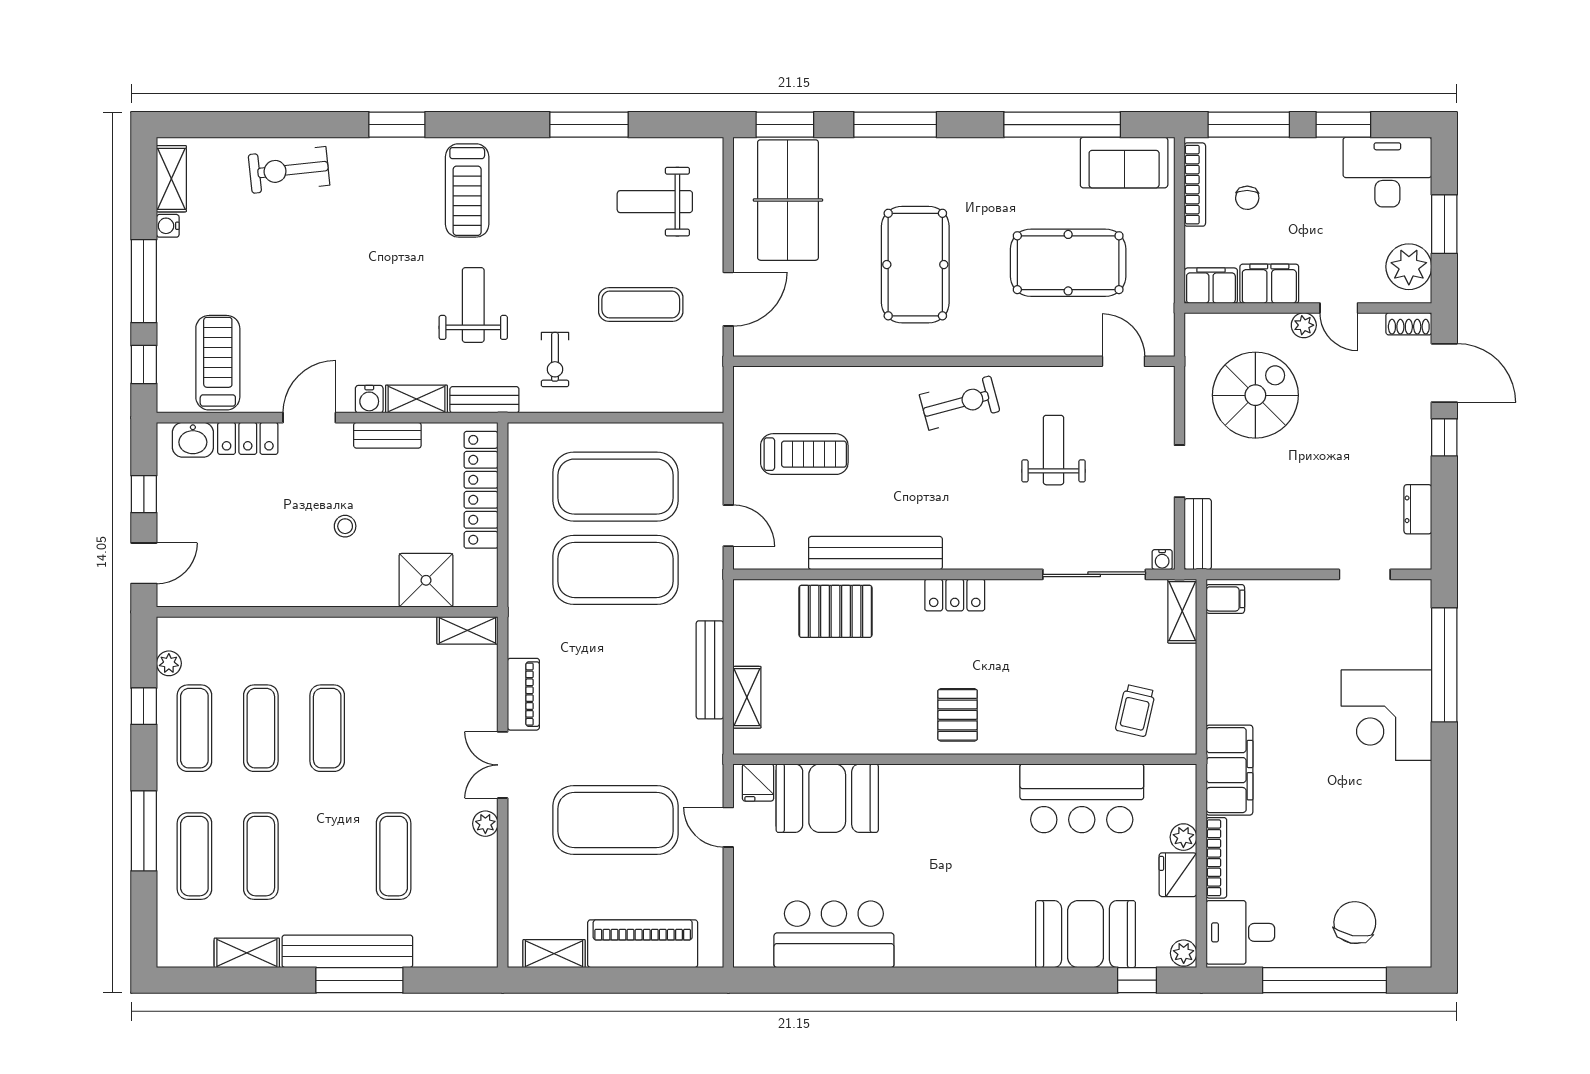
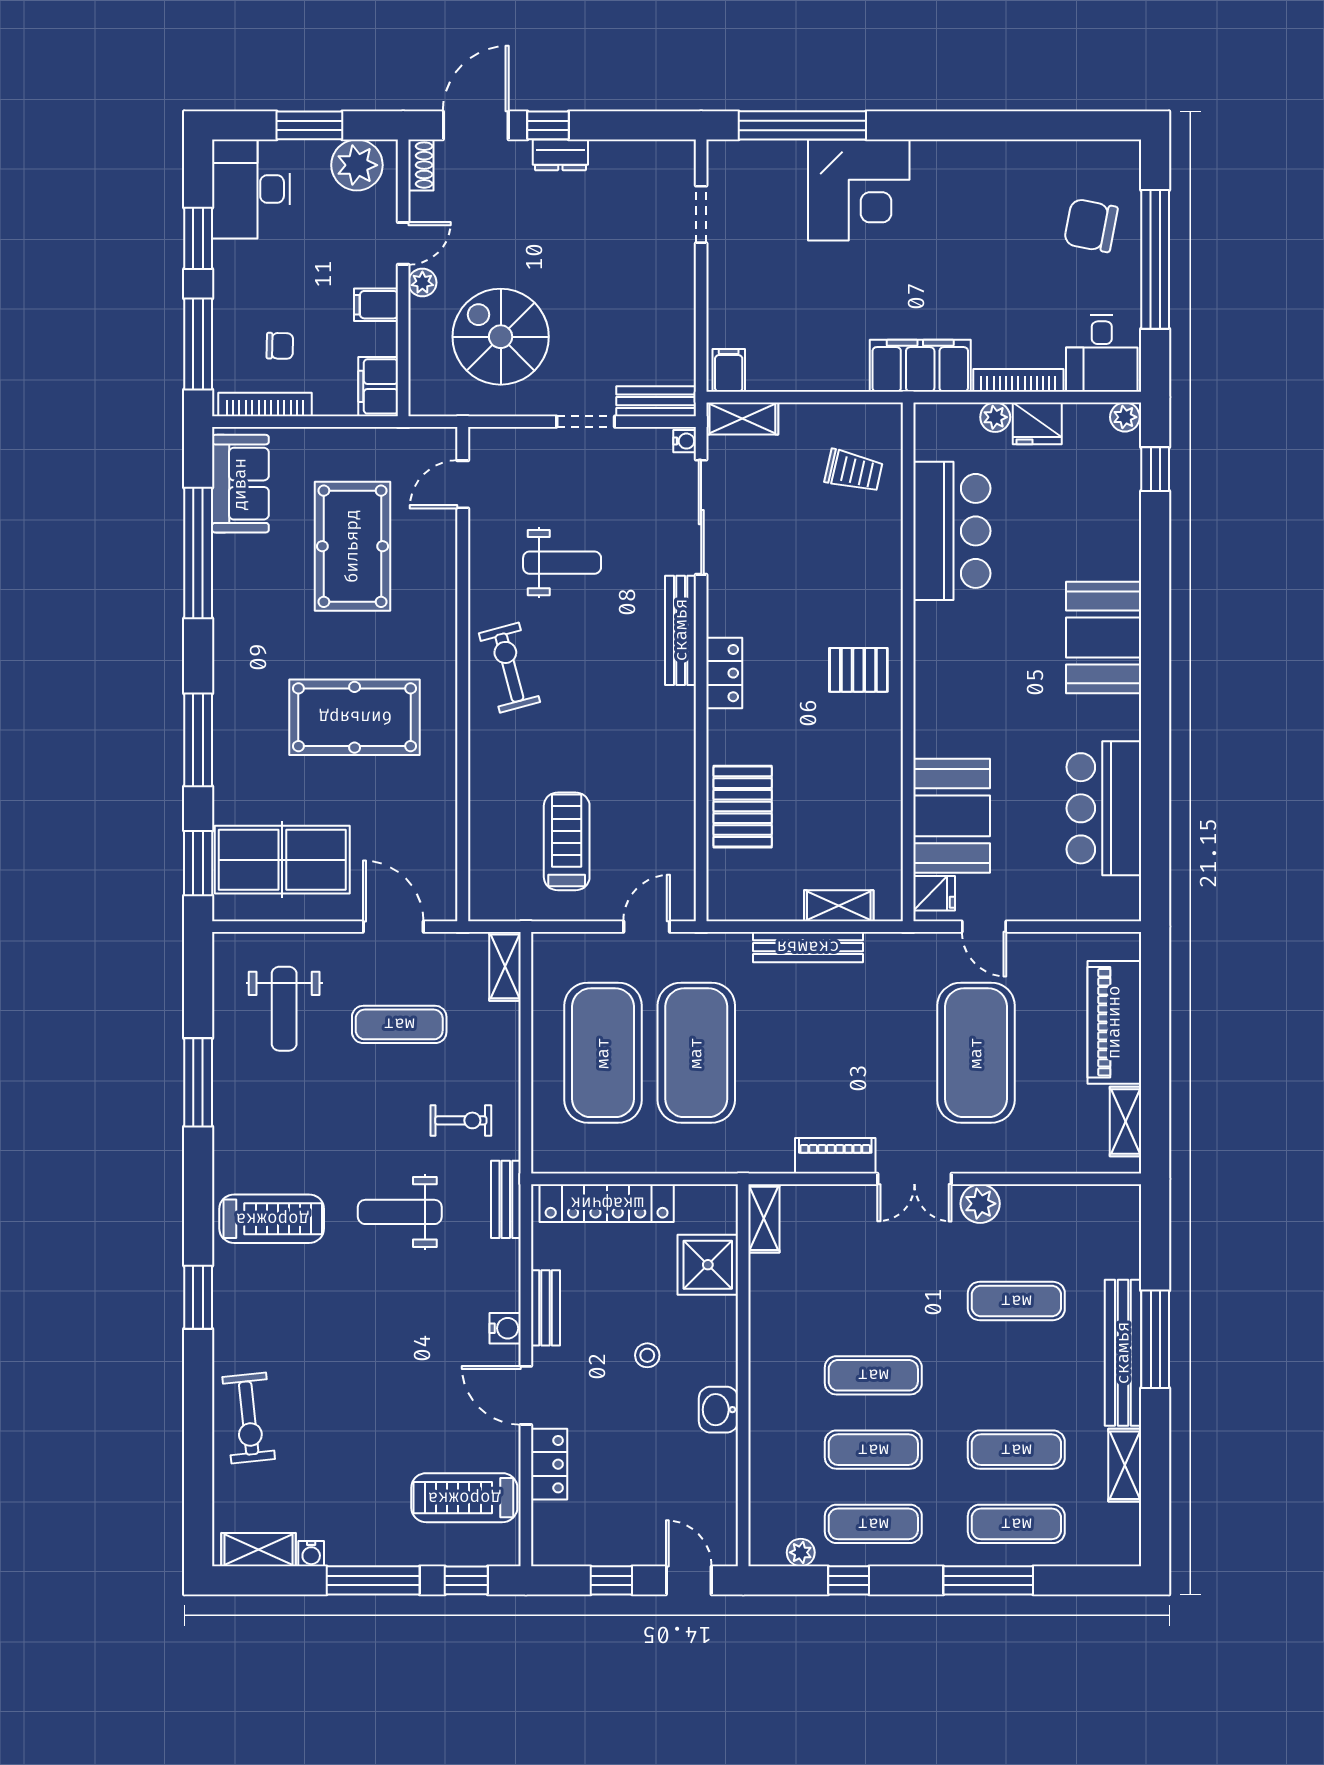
filing cabinet: (1269, 284) -> (376, 305), width x0.50
exercise mat: (641, 305) -> (399, 1024), turned 90
shelving: (416, 399) -> (505, 966), moved
washbasin: (193, 440) -> (718, 1410), moved, turned 180
weight bench: (1053, 450) -> (562, 563), turned 180
dresser: (1418, 509) -> (560, 155), moved
bench: (875, 553) -> (681, 630), moved, width x0.73, depth x0.82
plant: (485, 824) -> (980, 1204), width x1.38, depth x1.38
door: (728, 827) -> (984, 927), hinge flipped
booth: (1085, 934) -> (1104, 637), moved

